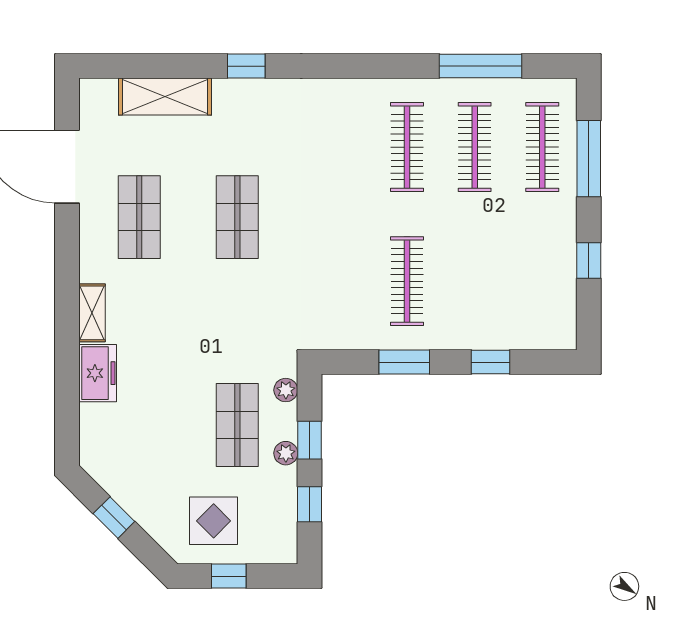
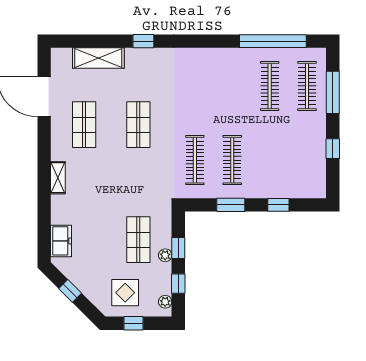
window: (480, 66) -> (273, 41), width x1.46
clothes rail: (407, 147) -> (195, 160), moved
freezer: (98, 373) -> (61, 241), moved
plant: (286, 390) -> (165, 302), moved

